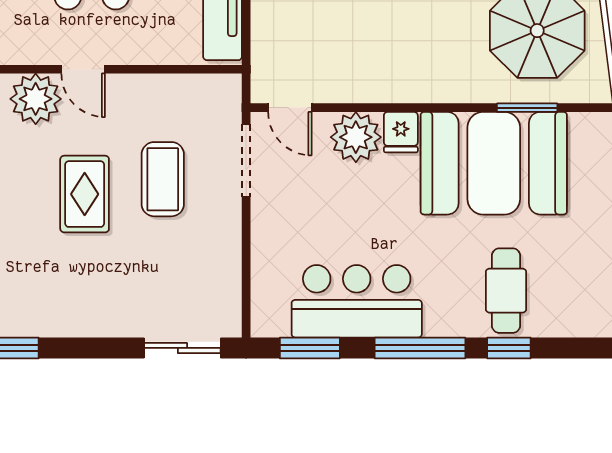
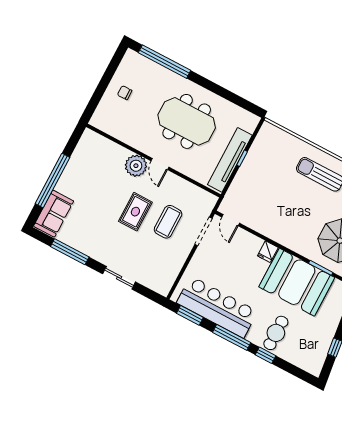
plant: (356, 137) -> (250, 245), removed
bar counter: (357, 301) -> (217, 307), width x1.36
sliding door: (182, 348) -> (119, 278), moved

